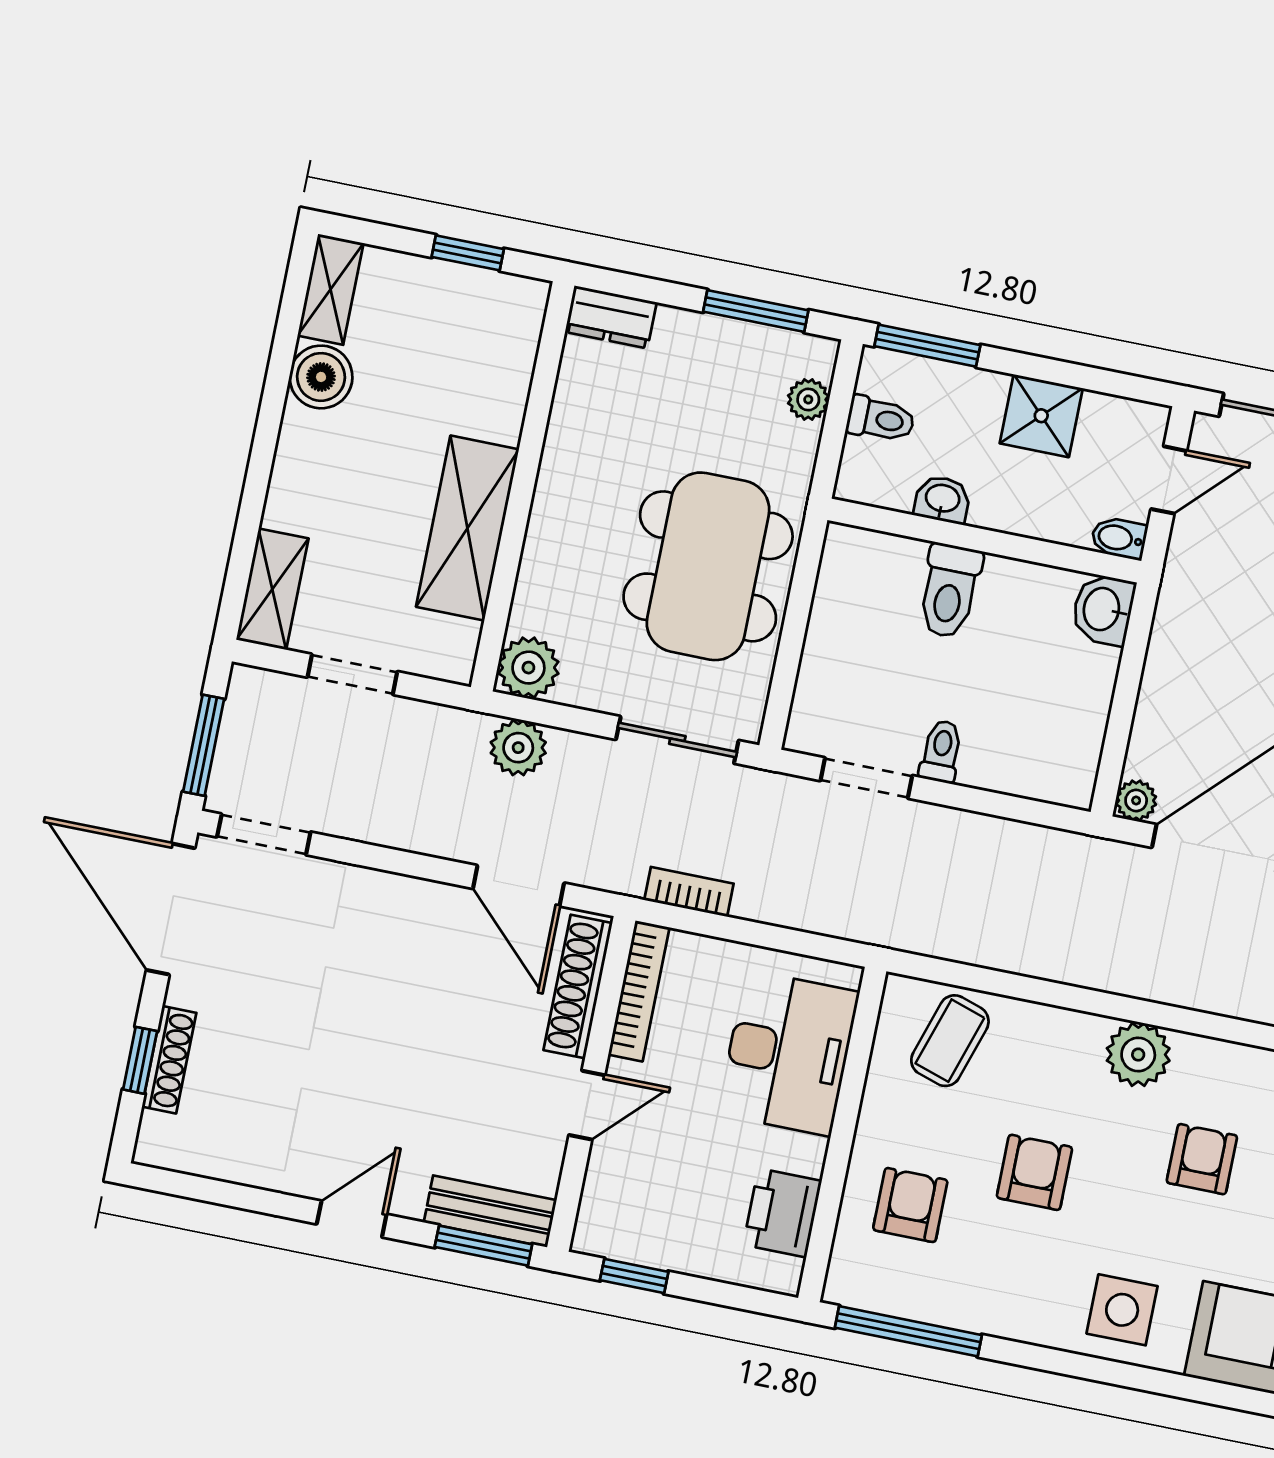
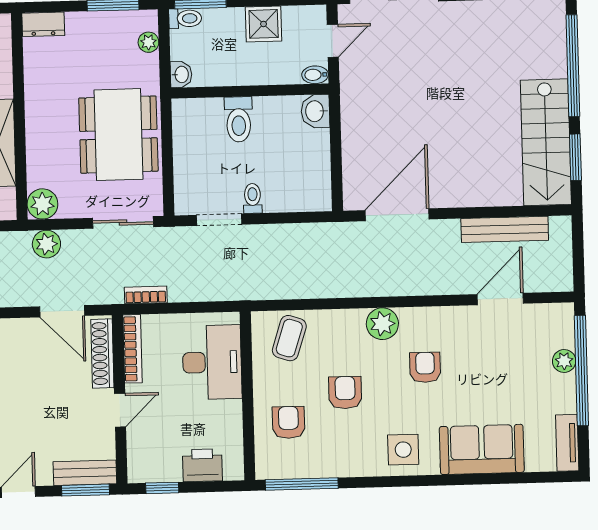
toilet: (881, 419) -> (185, 18), moved
washbasin: (942, 499) -> (181, 74), moved, turned 90
plant: (1136, 801) -> (353, 200), removed
printer: (782, 1213) -> (202, 465), moved, turned 90

